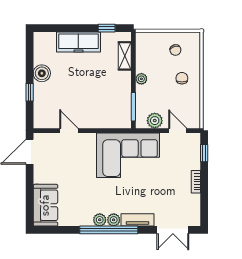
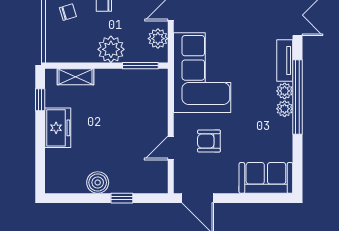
freezer: (78, 42) -> (58, 128), width x0.71
plant: (141, 79) -> (111, 49), width x1.88, depth x1.88
armchair: (74, 161) -> (209, 141), added

